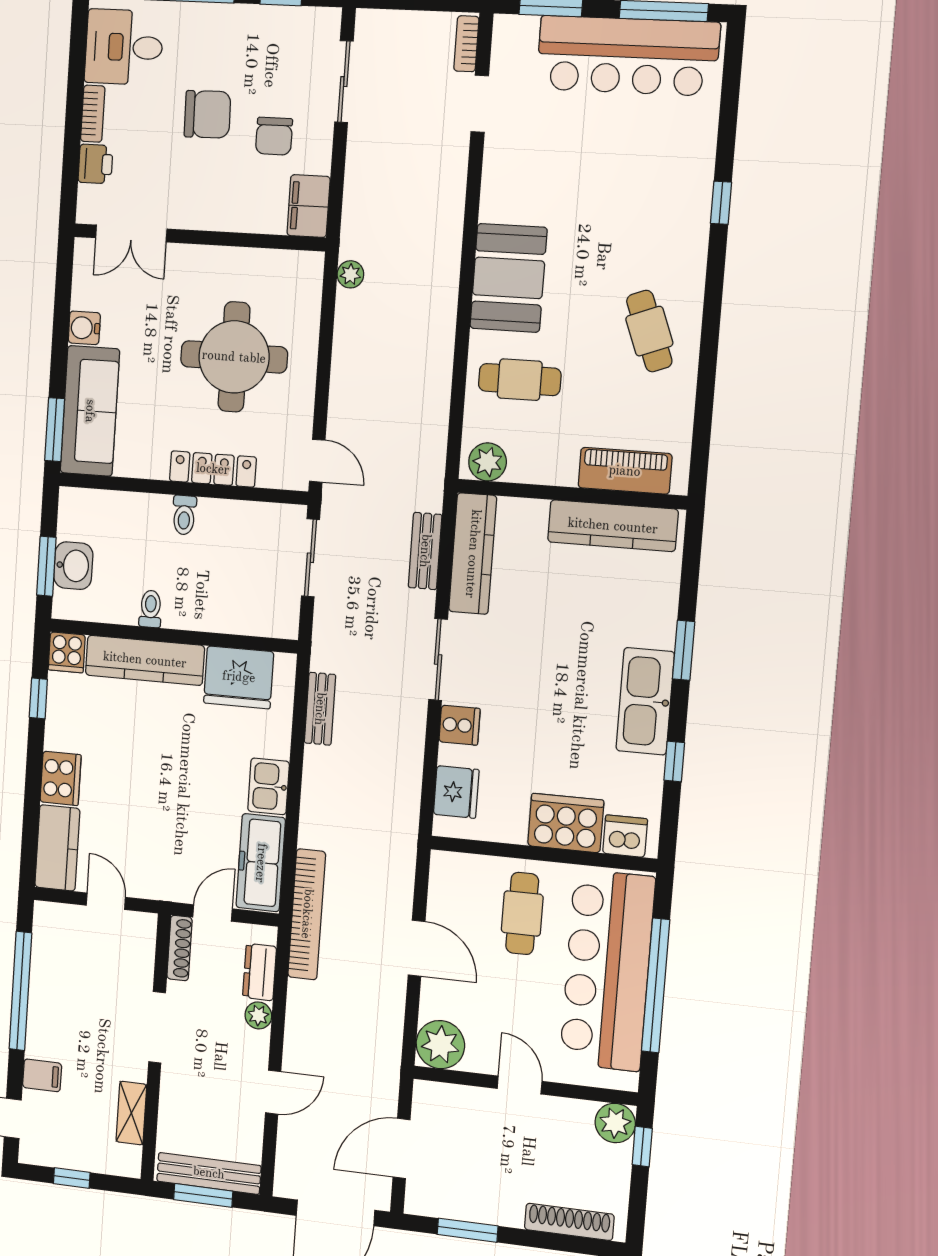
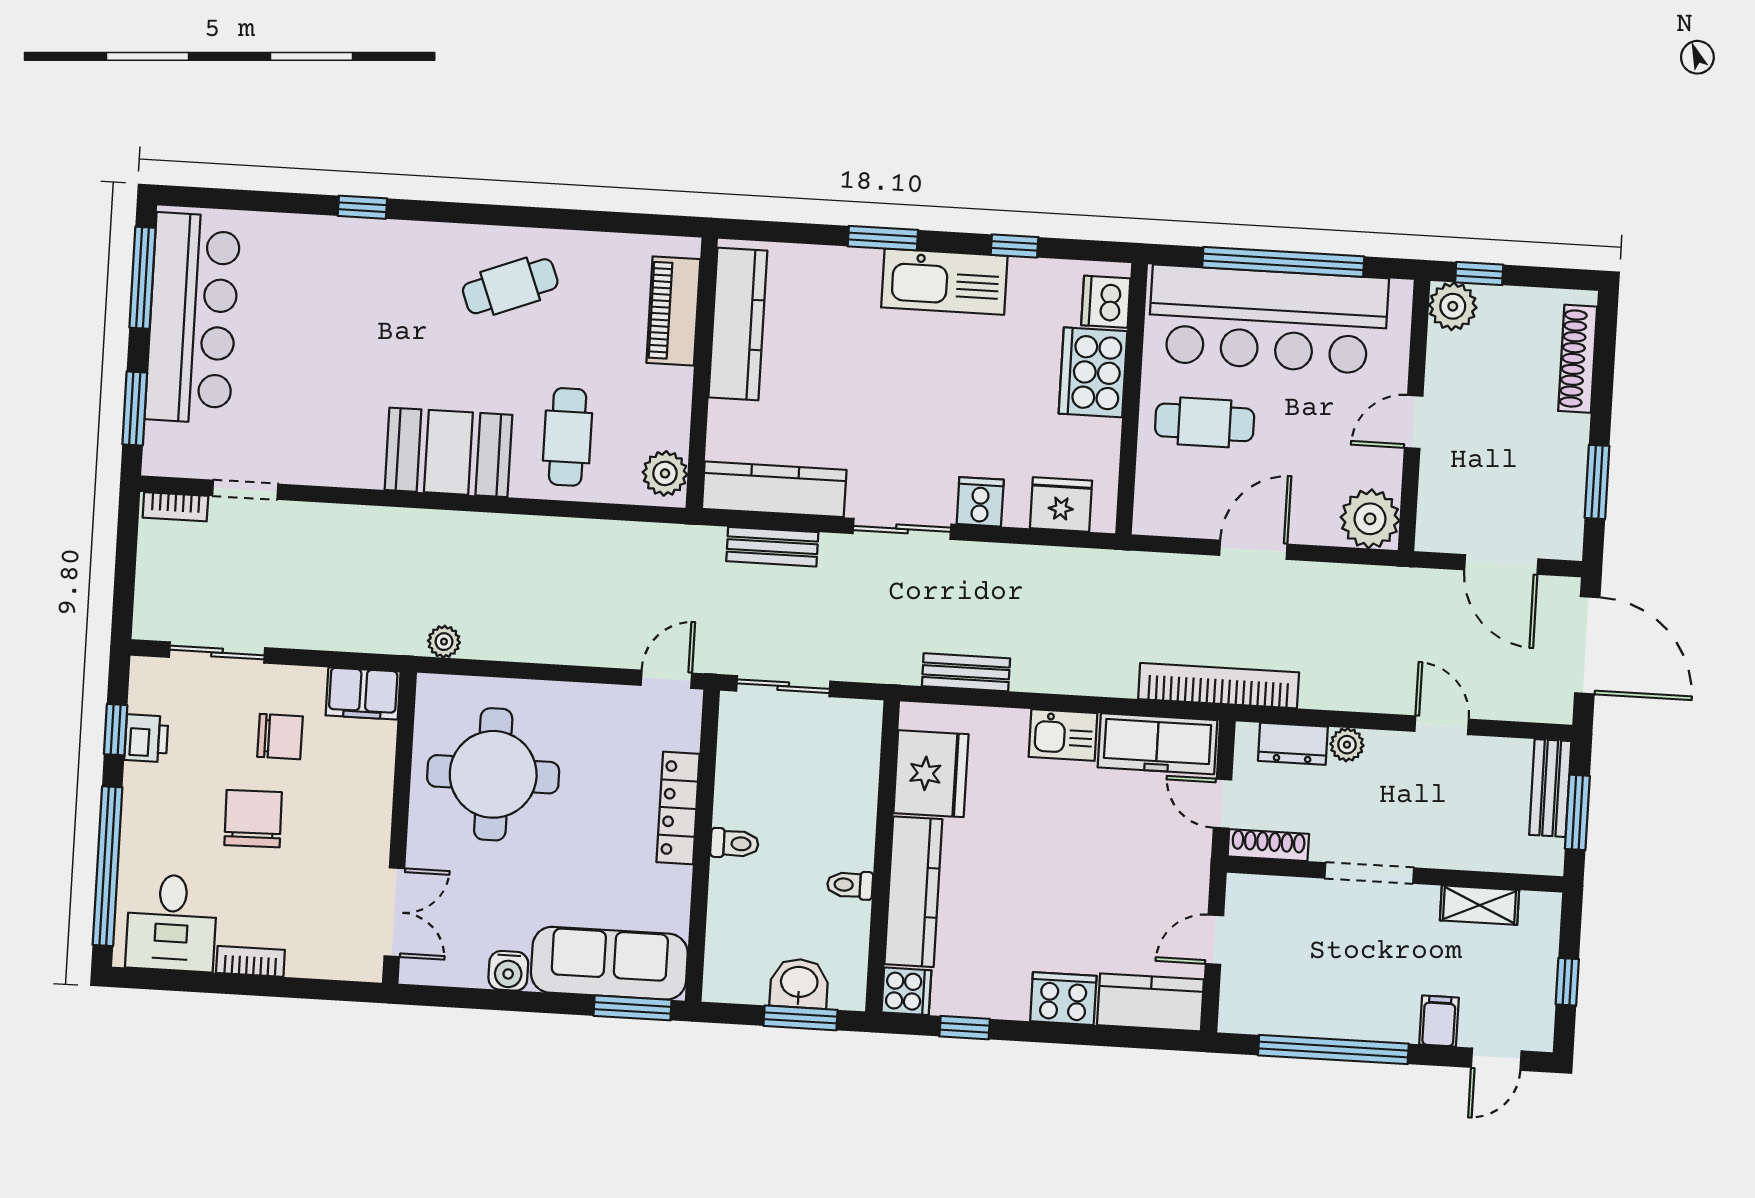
printer: (96, 164) -> (146, 738), moved, turned 90
round table: (234, 357) -> (493, 774), moved
bench: (209, 1173) -> (1550, 788), width x0.73

